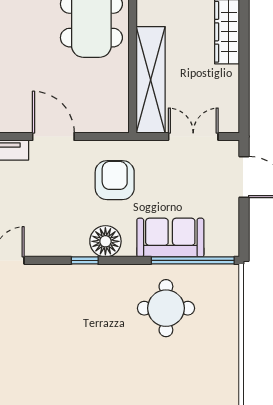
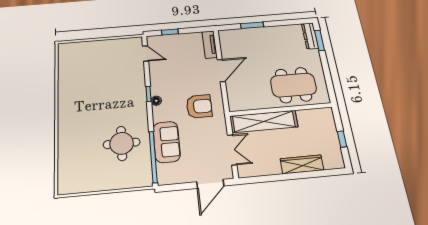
floor lamp: (105, 241) -> (156, 101), width x0.53, depth x0.53

